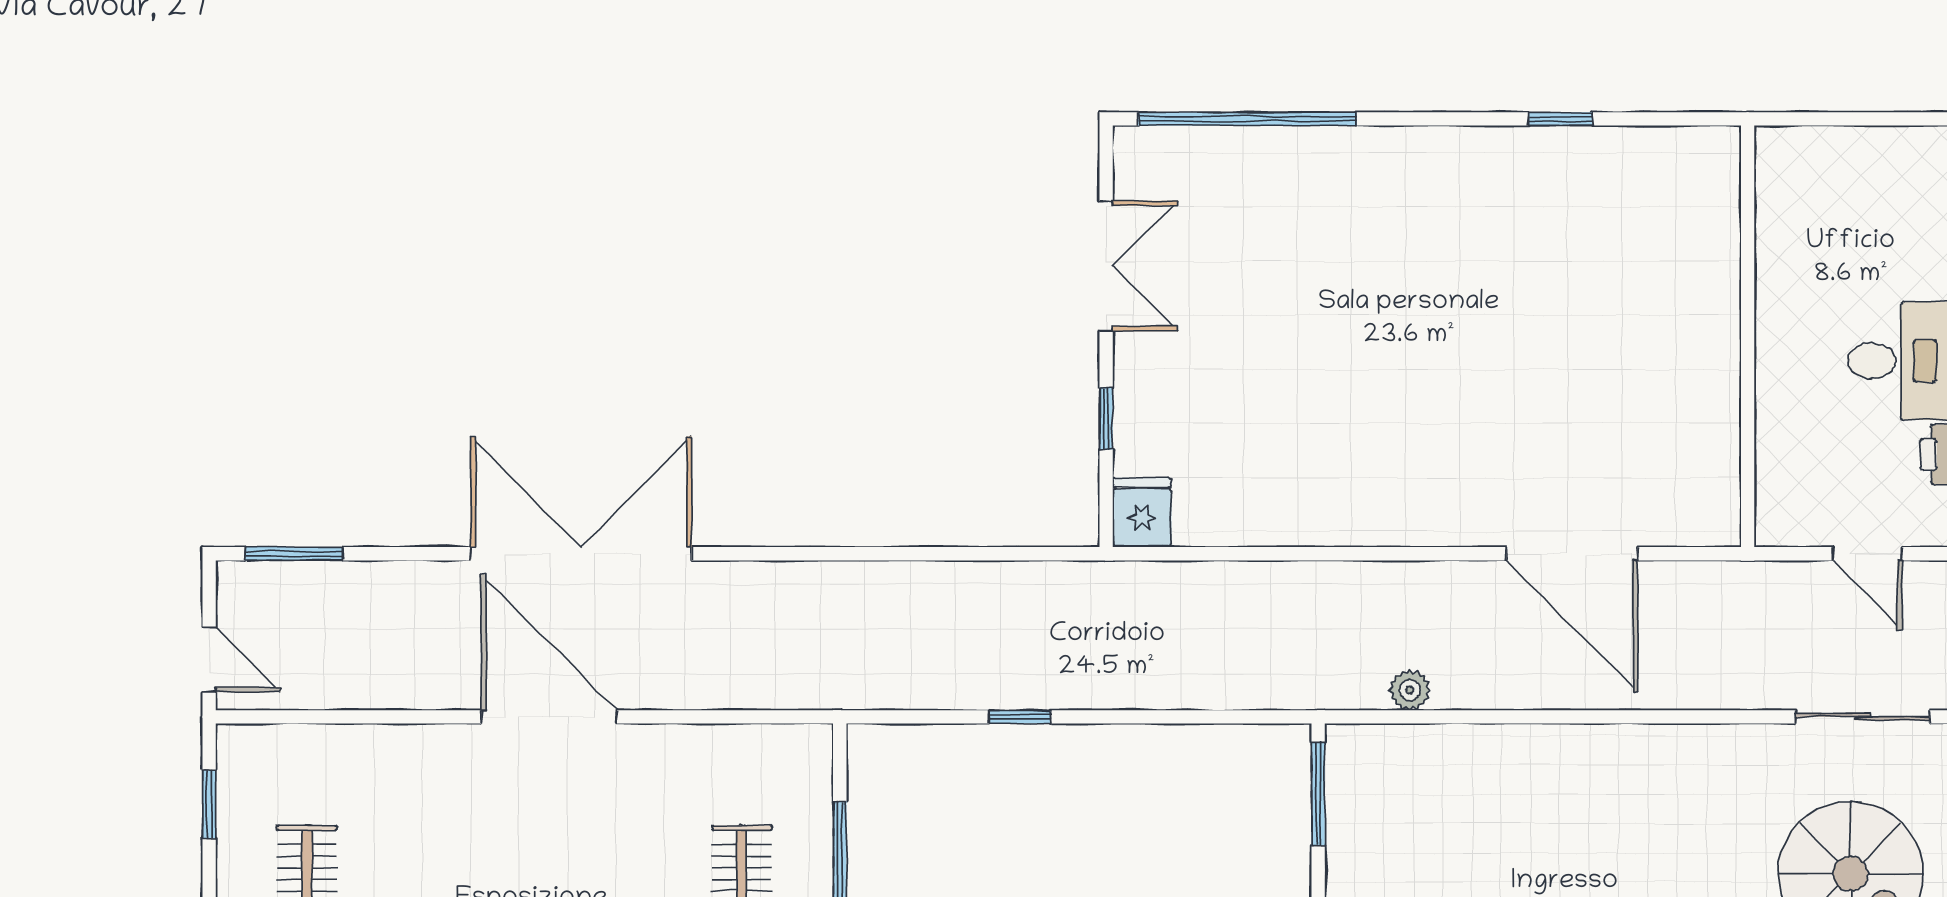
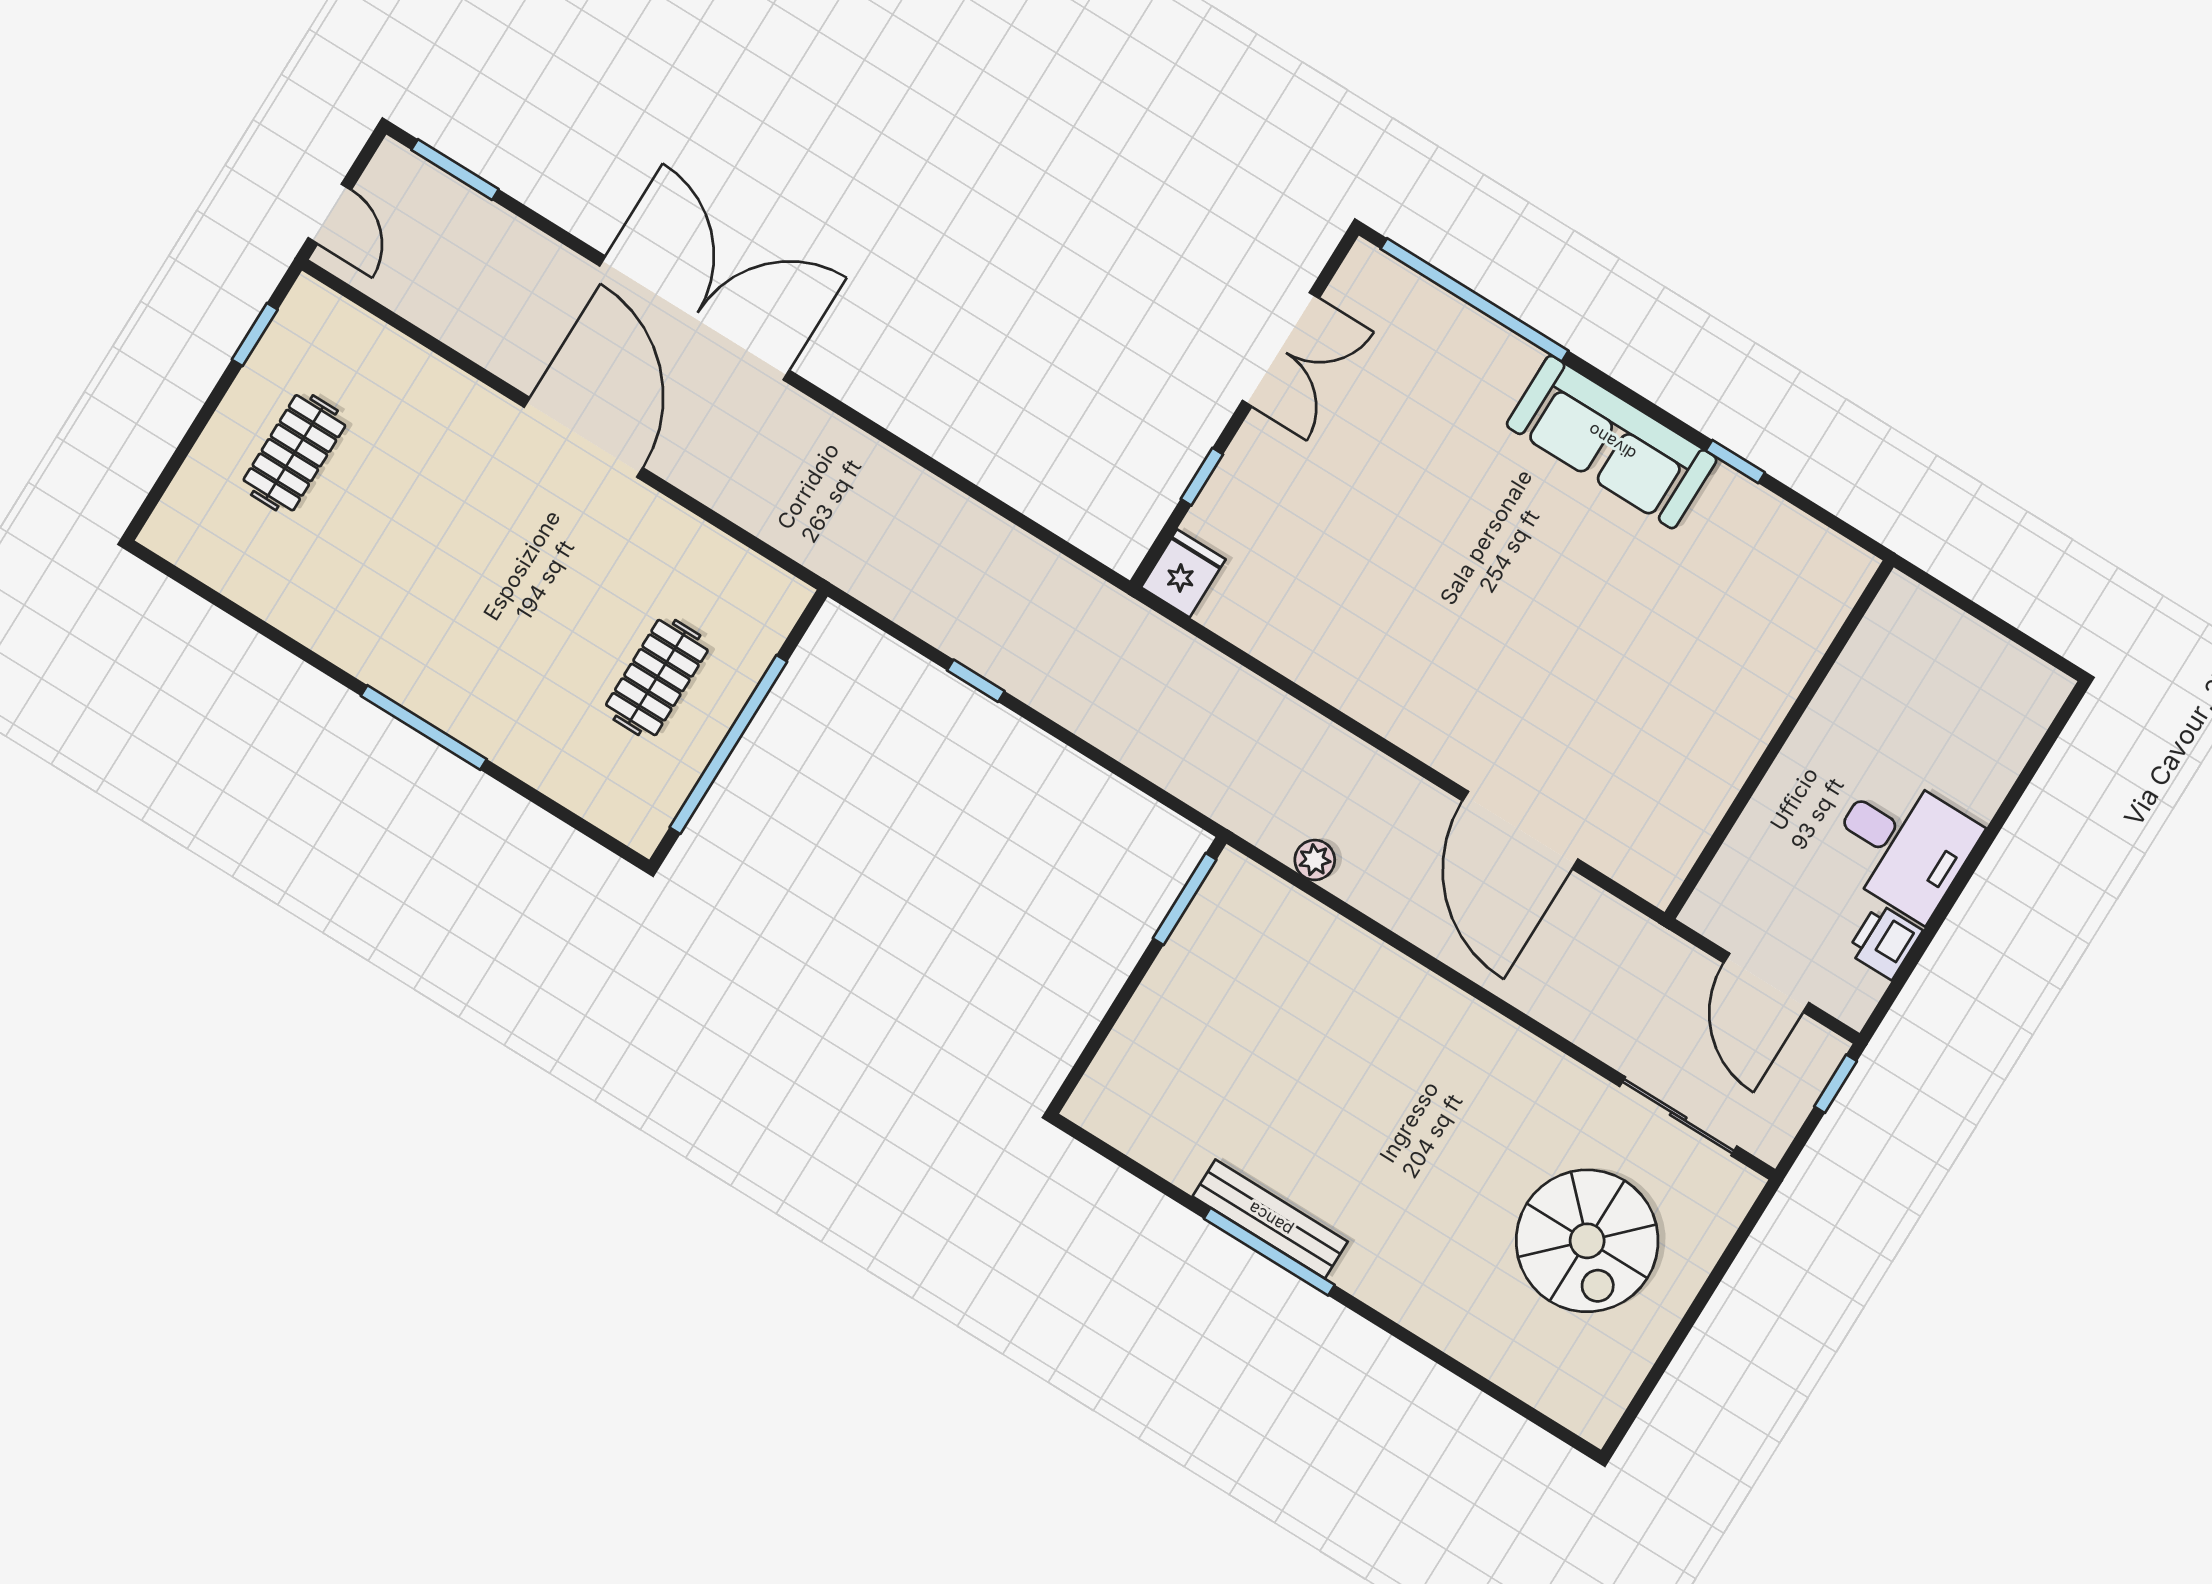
sofa: (1443, 168) -> (1612, 442), added
door: (1867, 554) -> (1766, 983), width x1.38

